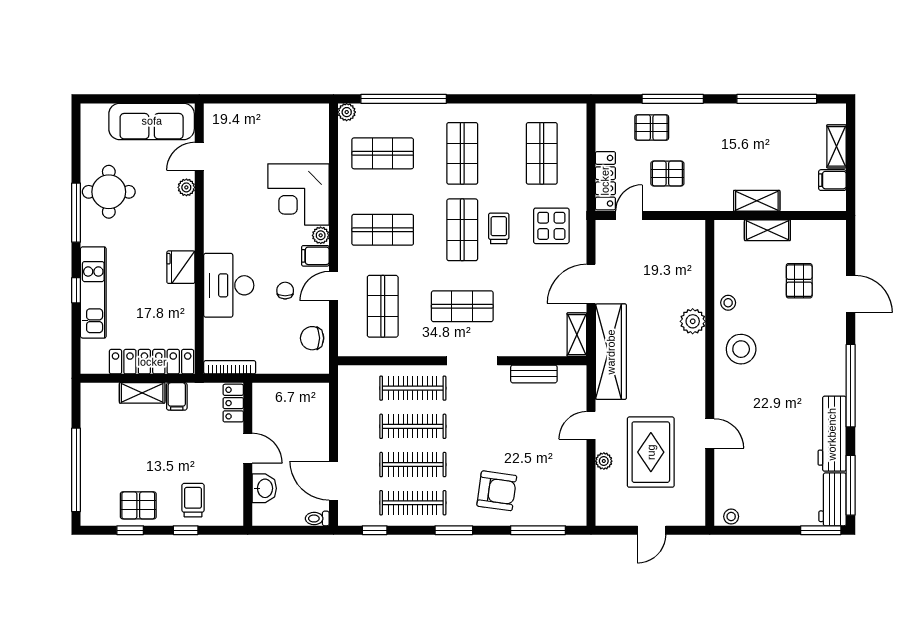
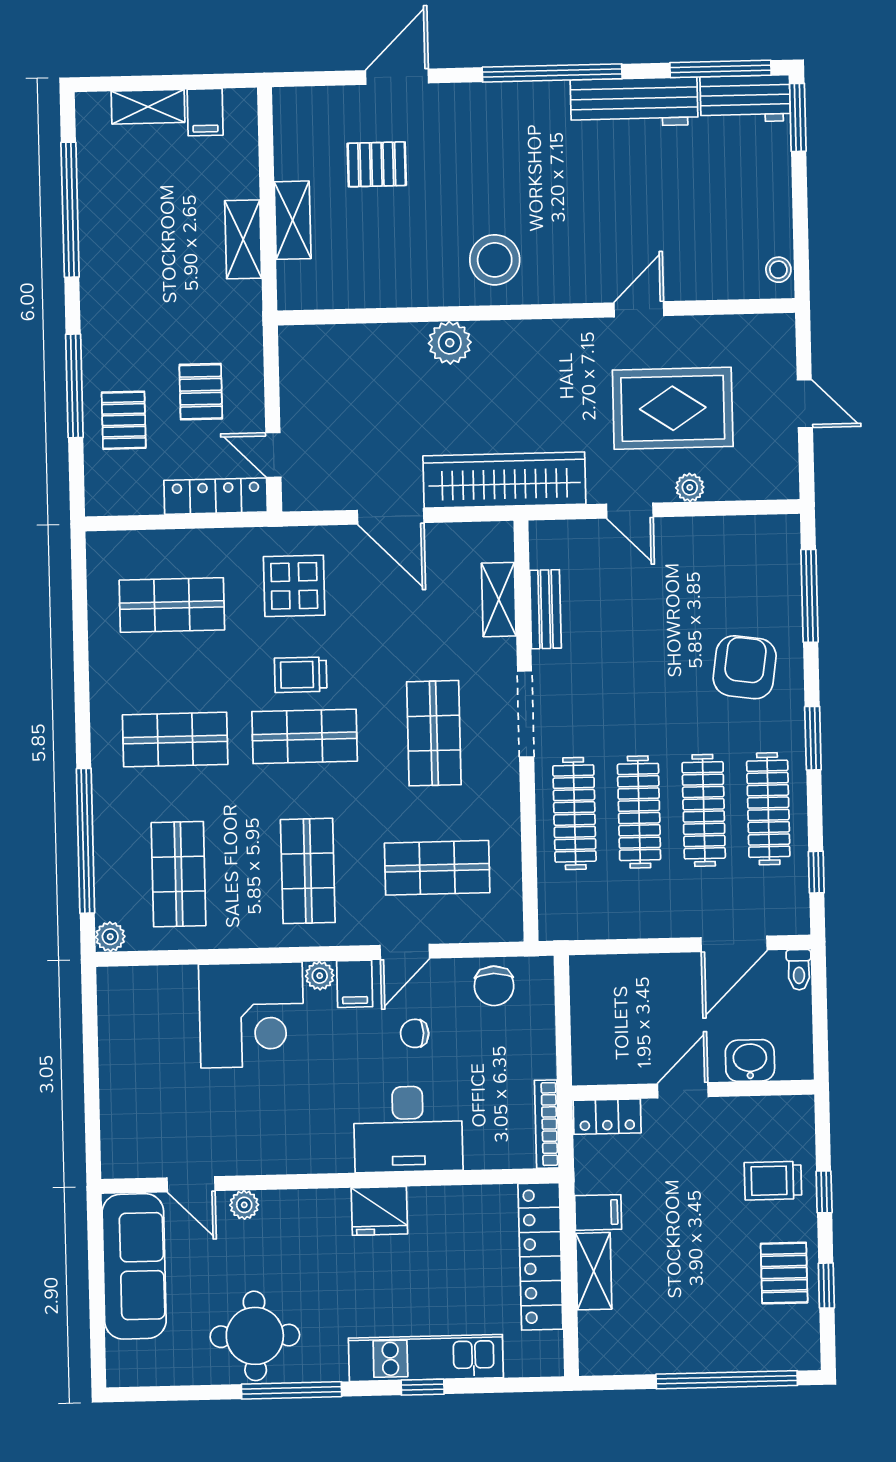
door: (334, 286) -> (405, 952), hinge flipped
stool: (728, 303) -> (417, 284), removed
shelving: (577, 335) -> (499, 600), moved, turned 90

